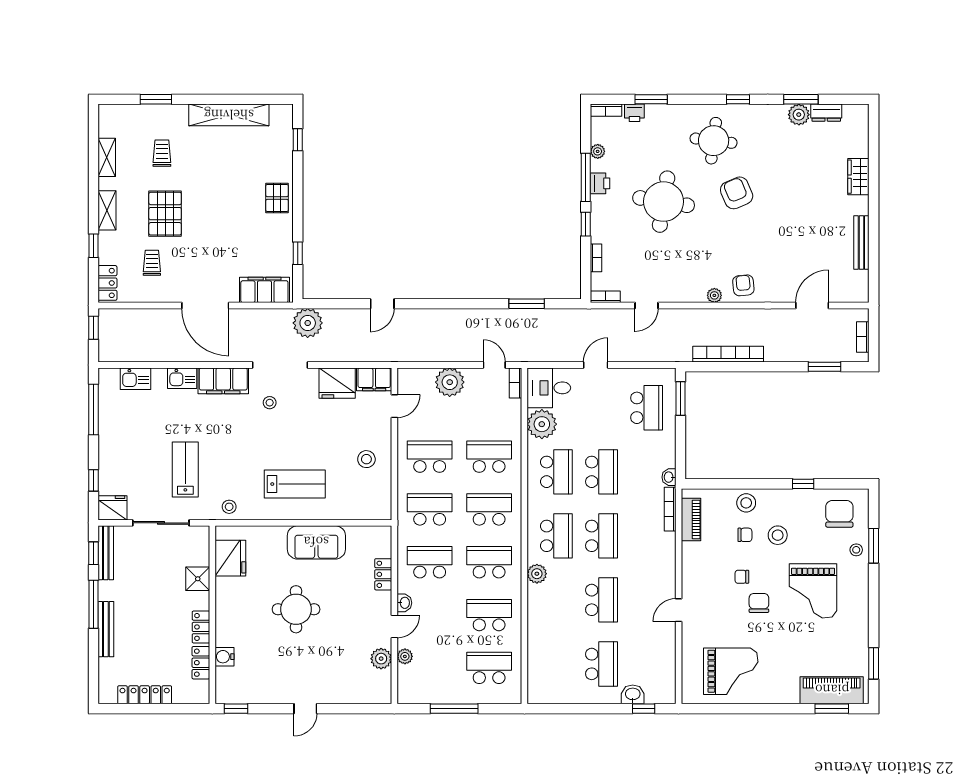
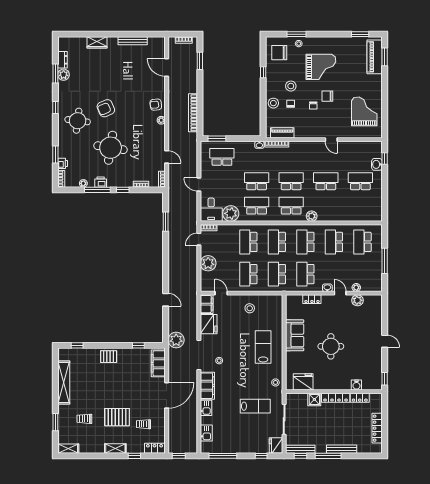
shelving: (107, 157) -> (68, 449), moved
lab bench: (185, 469) -> (255, 406), turned 180
locker: (201, 627) -> (336, 398), width x1.53

